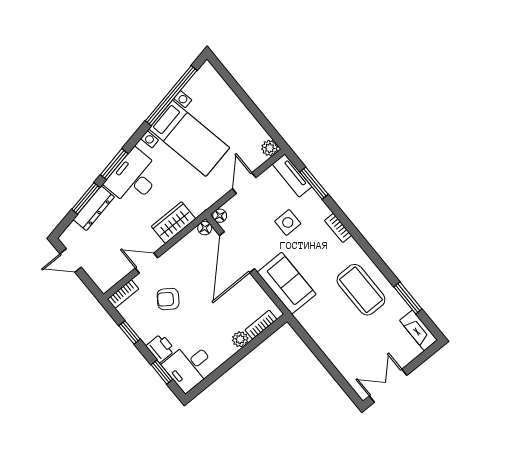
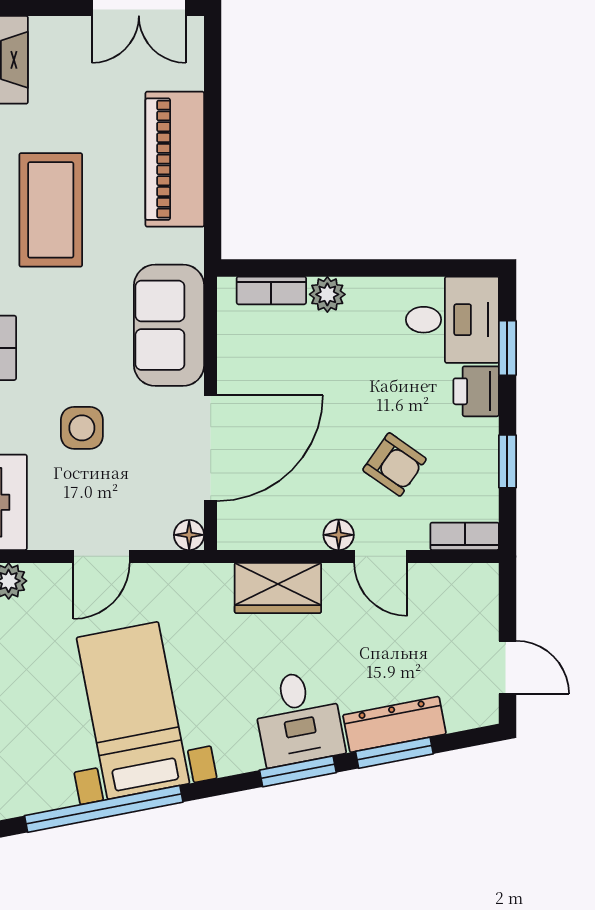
desk: (134, 178) -> (298, 718), width x0.73
floor lamp: (205, 228) -> (339, 535), moved
piano: (332, 343) -> (175, 159), added

